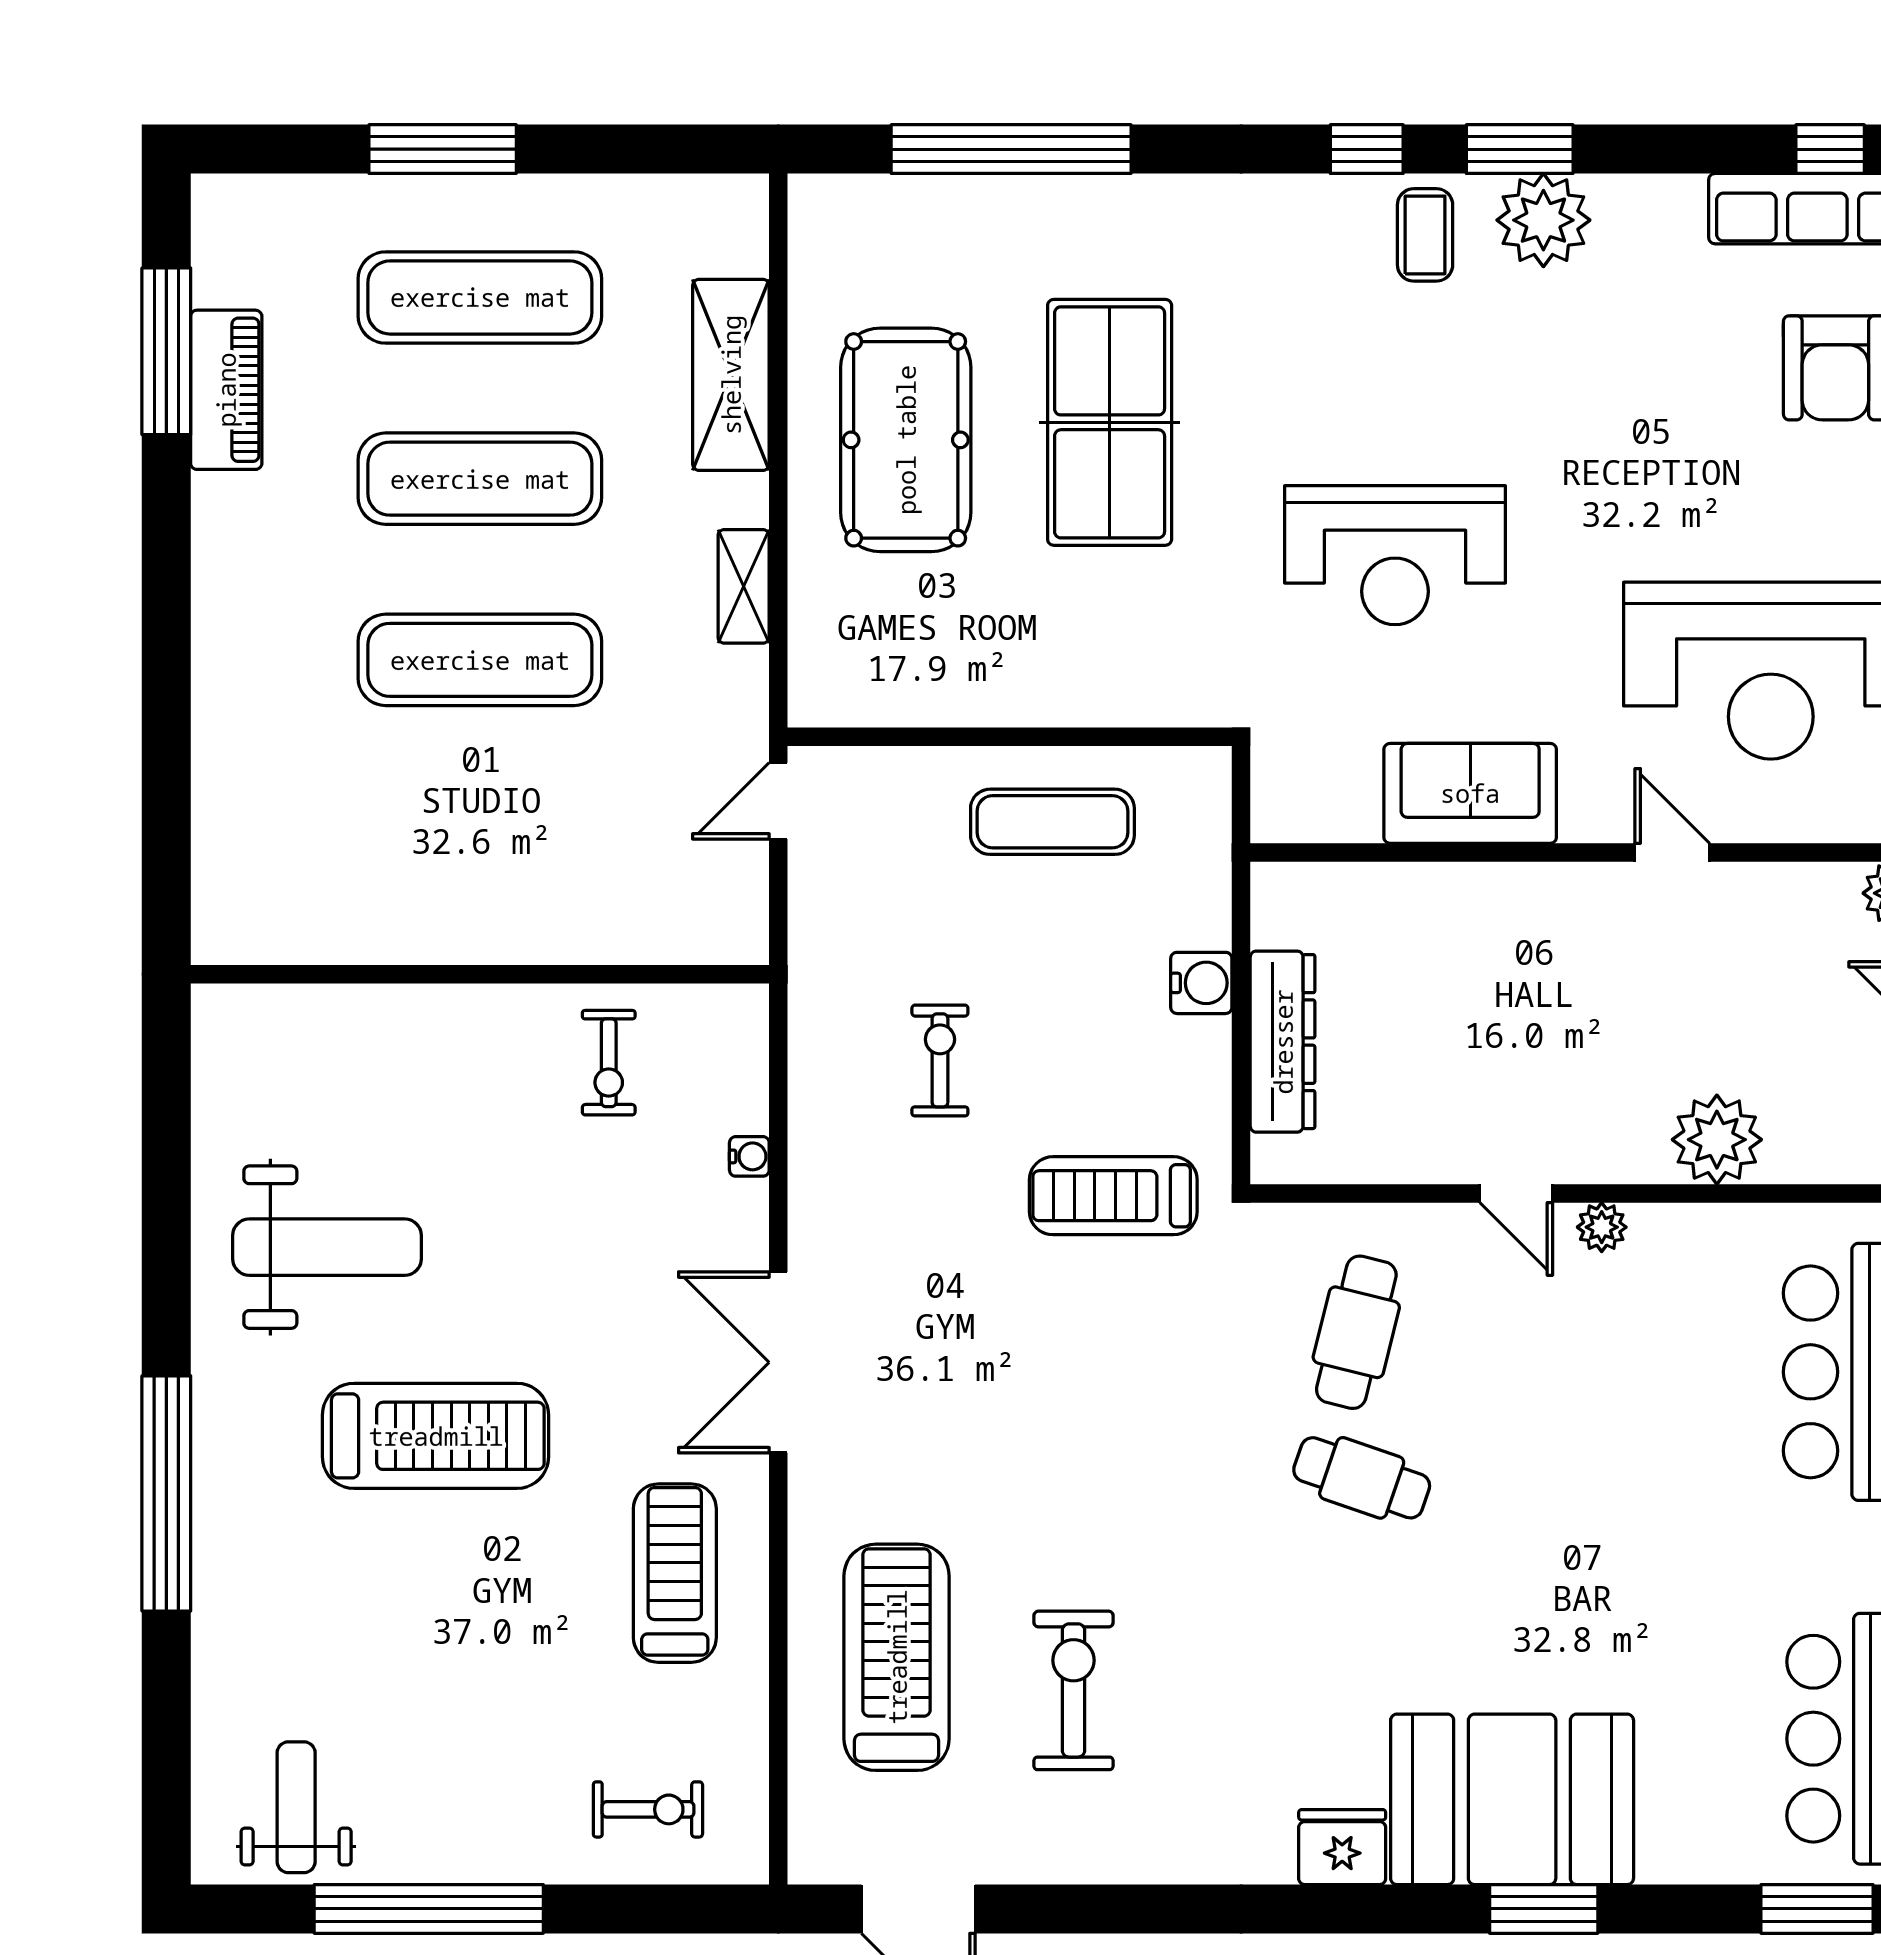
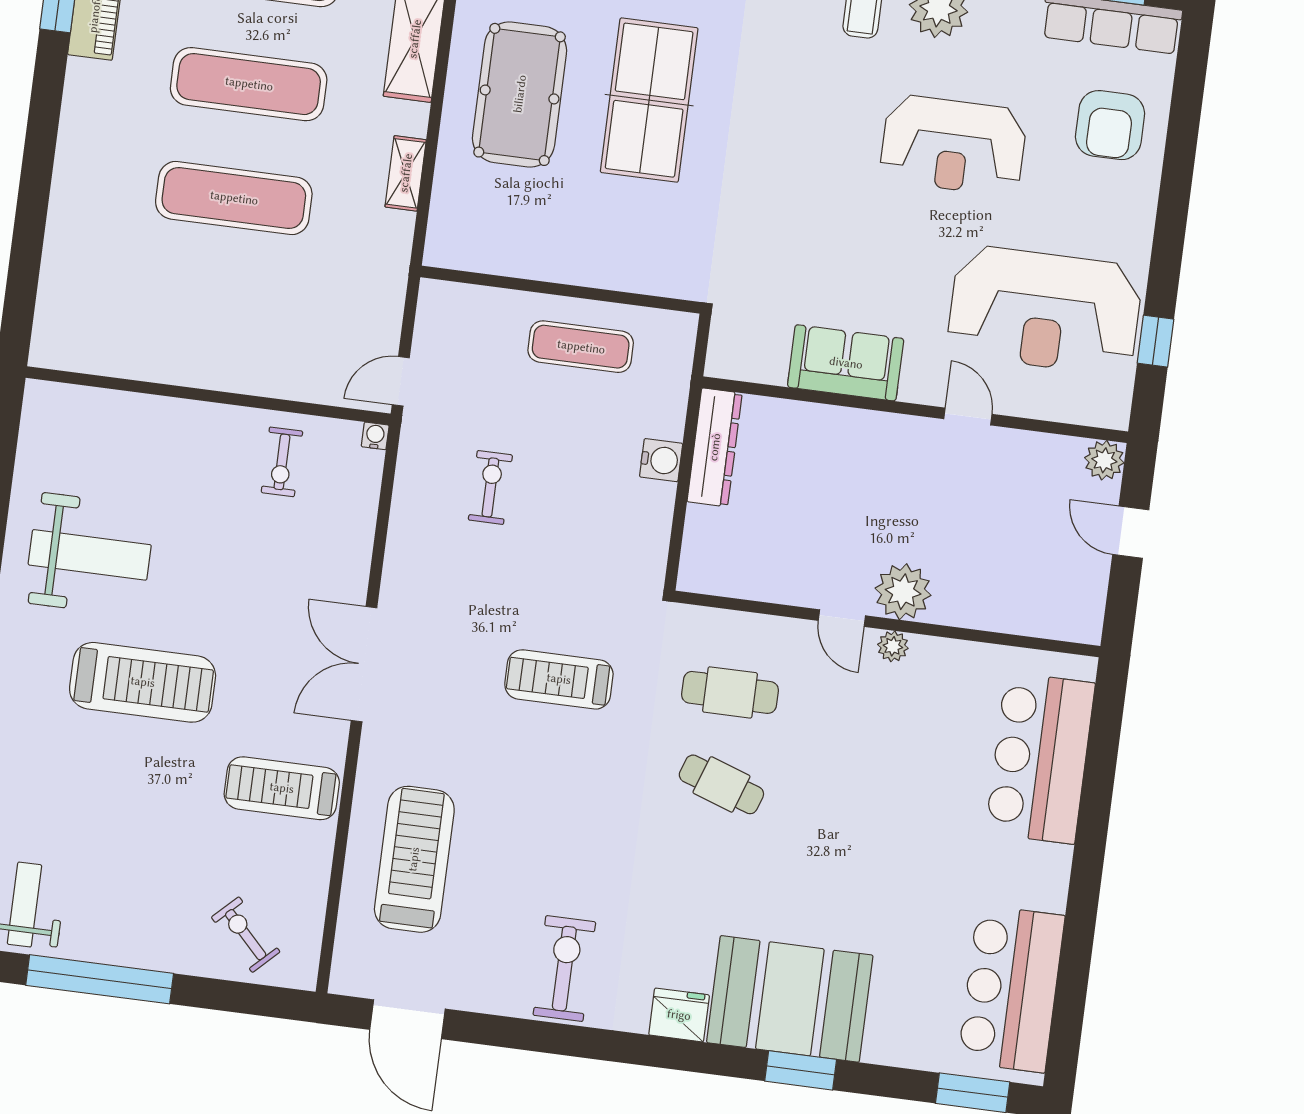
reception desk: (1395, 555) -> (953, 145), moved
door: (778, 801) -> (401, 381), moved
dresser: (1283, 1042) -> (715, 447), moved
plant: (1717, 1140) -> (903, 592), moved
water cooler: (749, 1156) -> (375, 436), moved, turned -90
treadmill: (1113, 1196) -> (559, 679), moved
cafe table: (1356, 1332) -> (730, 692), turned 76
treadmill: (675, 1573) -> (282, 788), turned -90
exercise bike: (1074, 1690) -> (564, 969), moved
exercise bike: (648, 1809) -> (246, 935), turned -134

